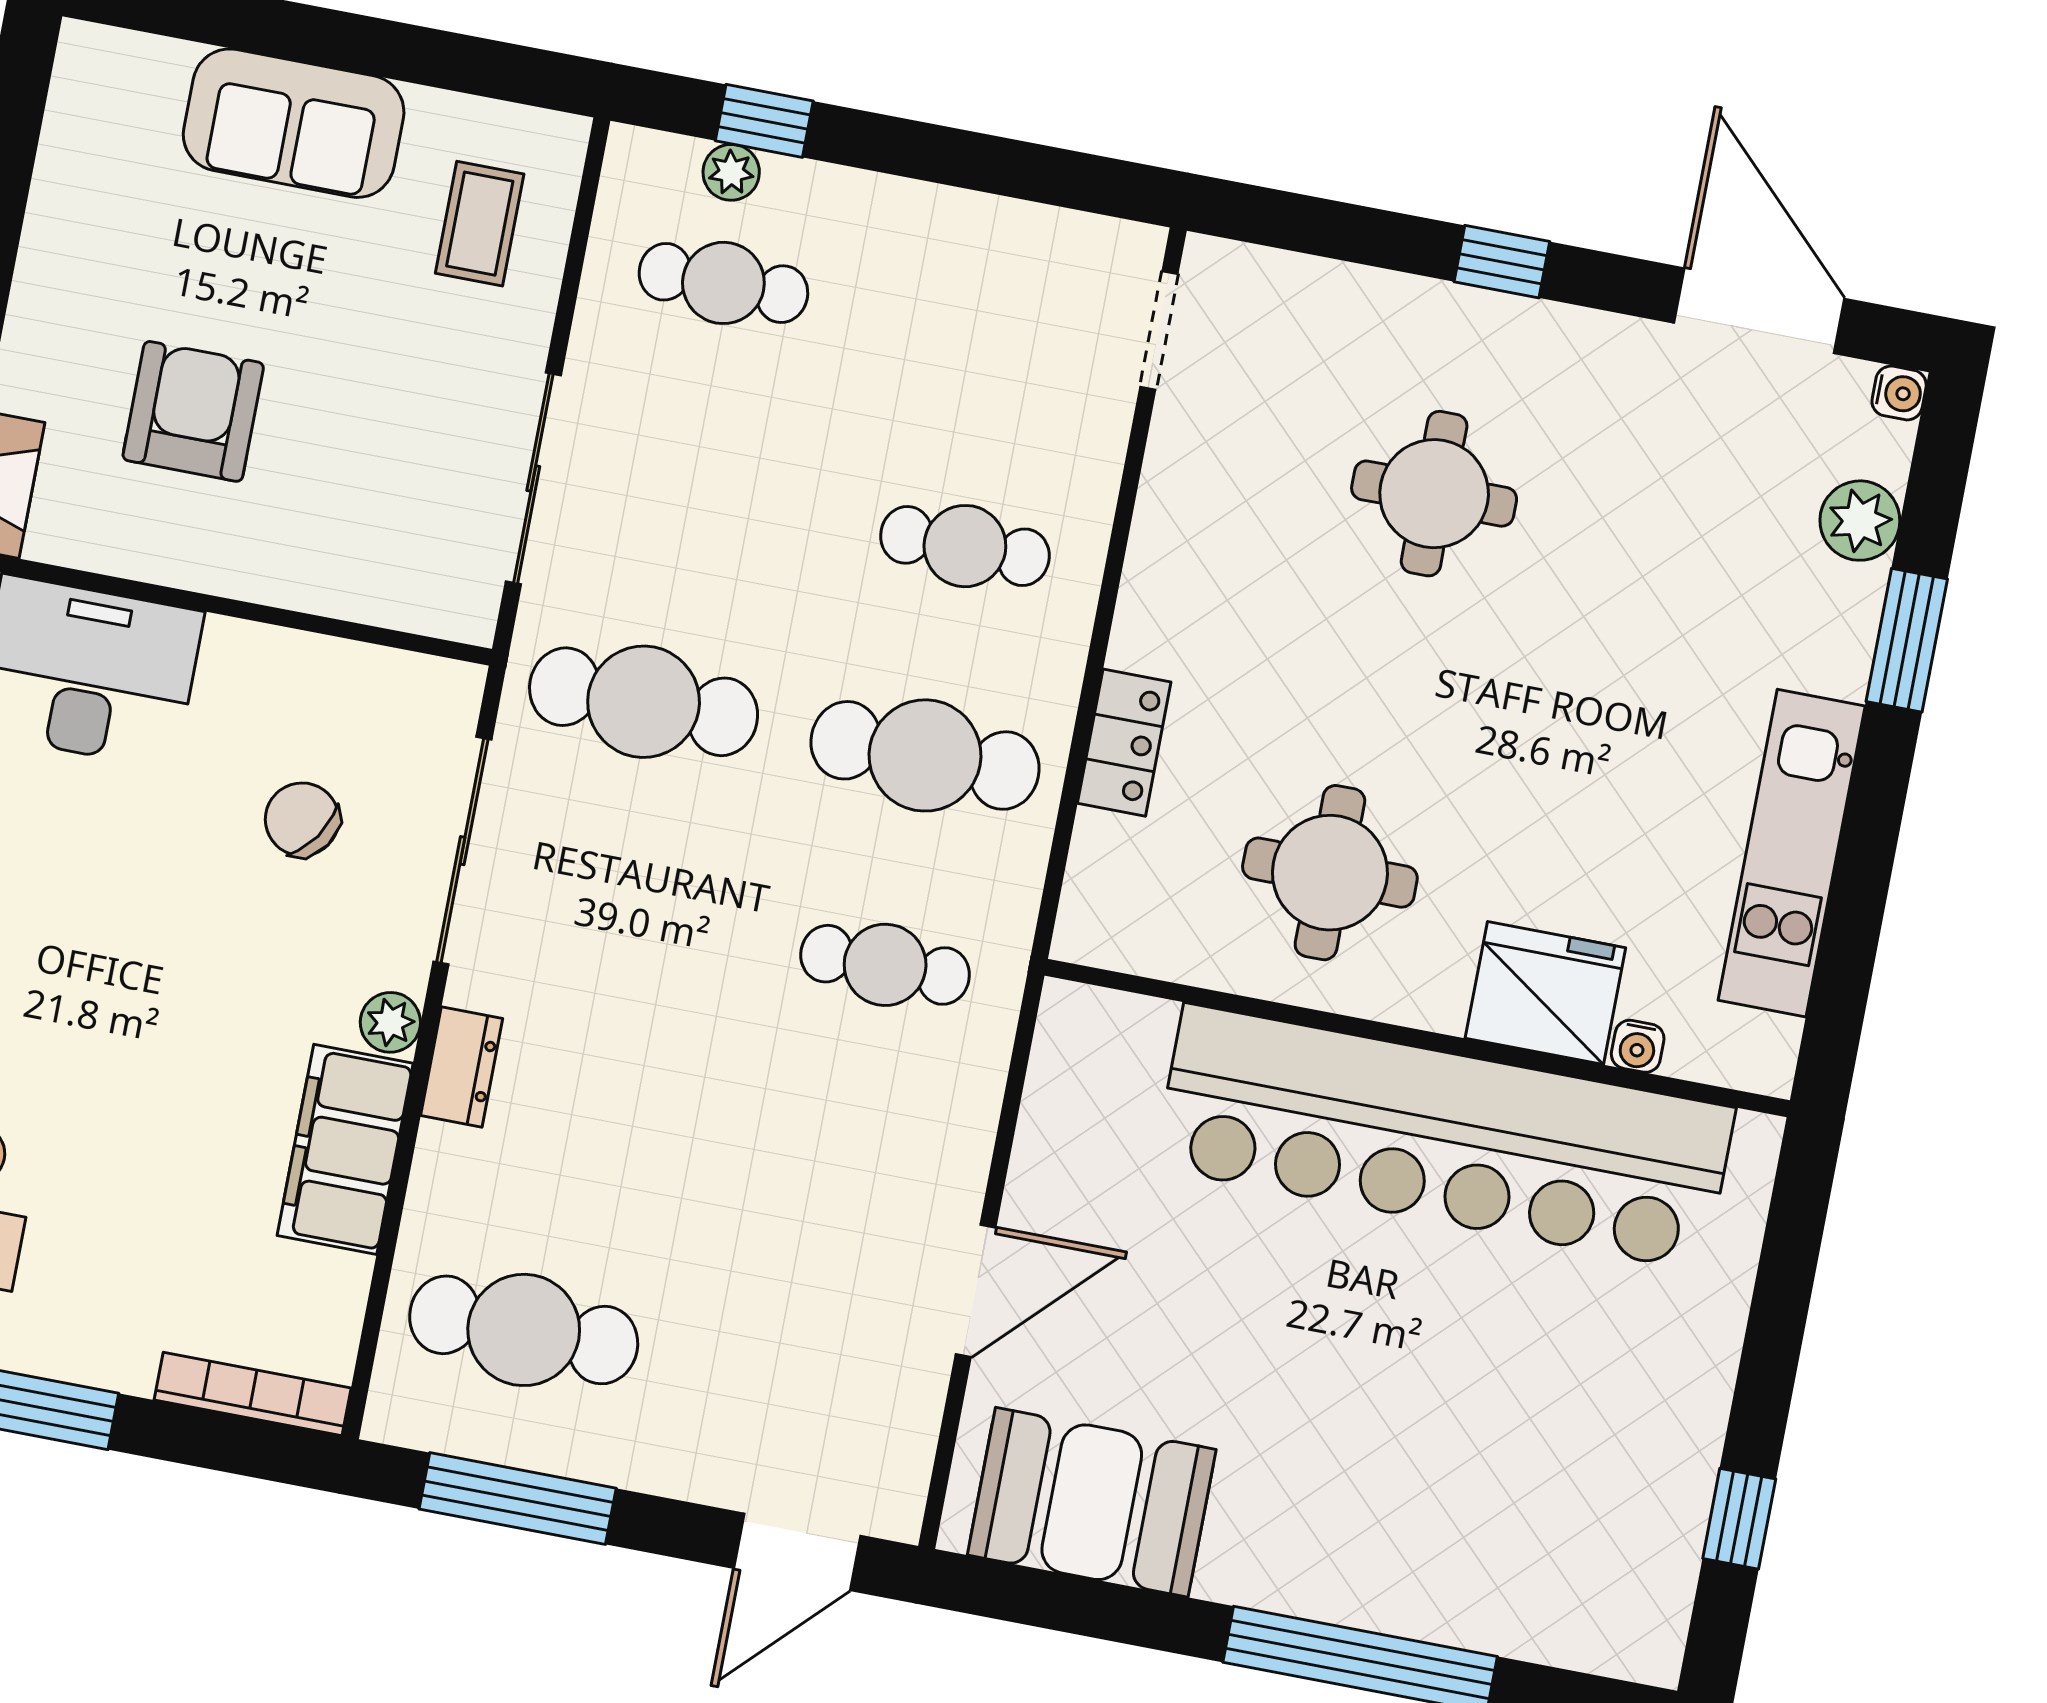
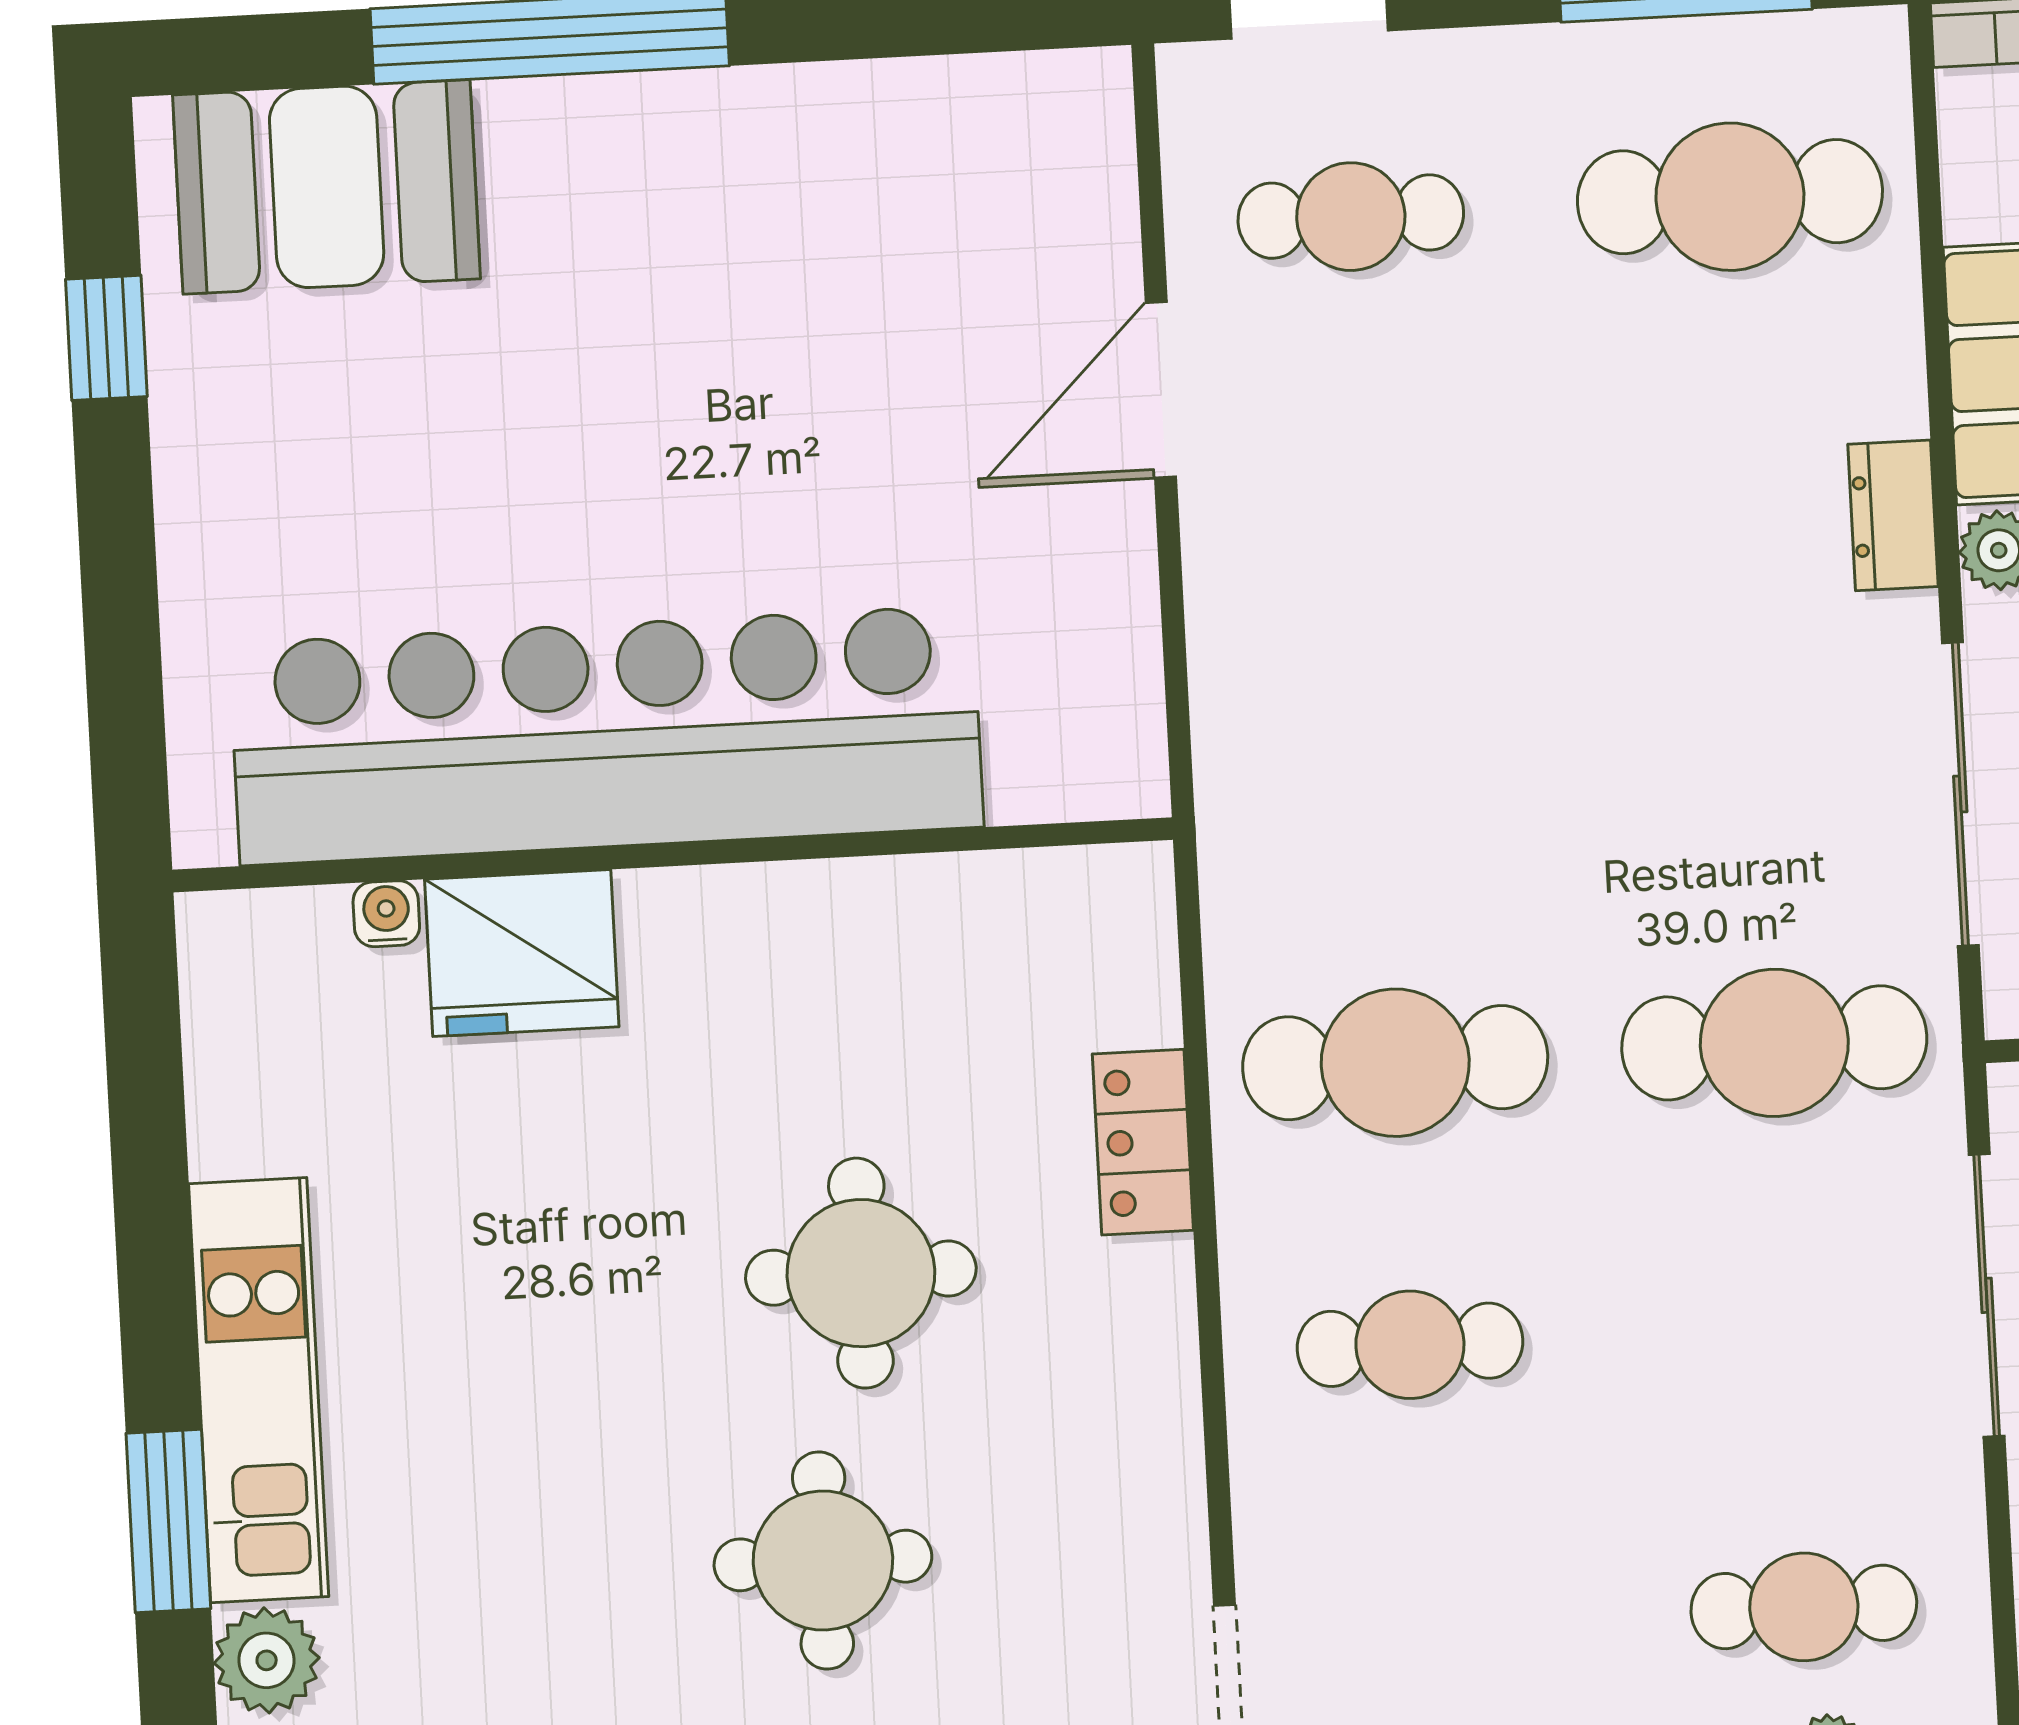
kitchen unit: (1792, 853) -> (259, 1390), moved
round table: (1330, 873) -> (861, 1273), moved
cafe table: (885, 965) -> (1351, 217), moved
booth: (1092, 1502) -> (327, 187), moved

